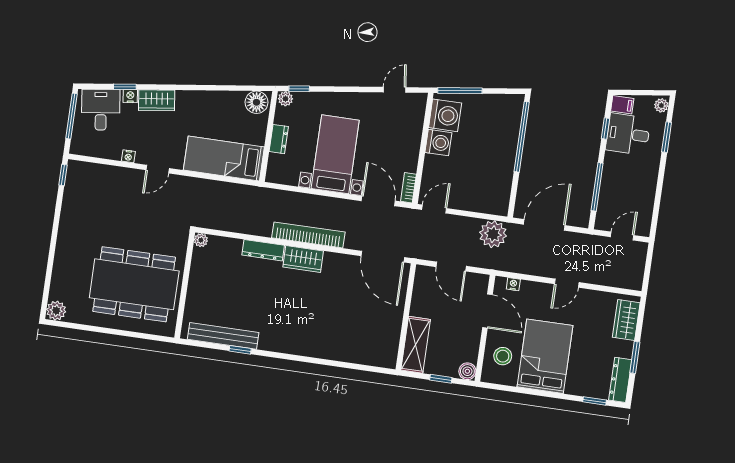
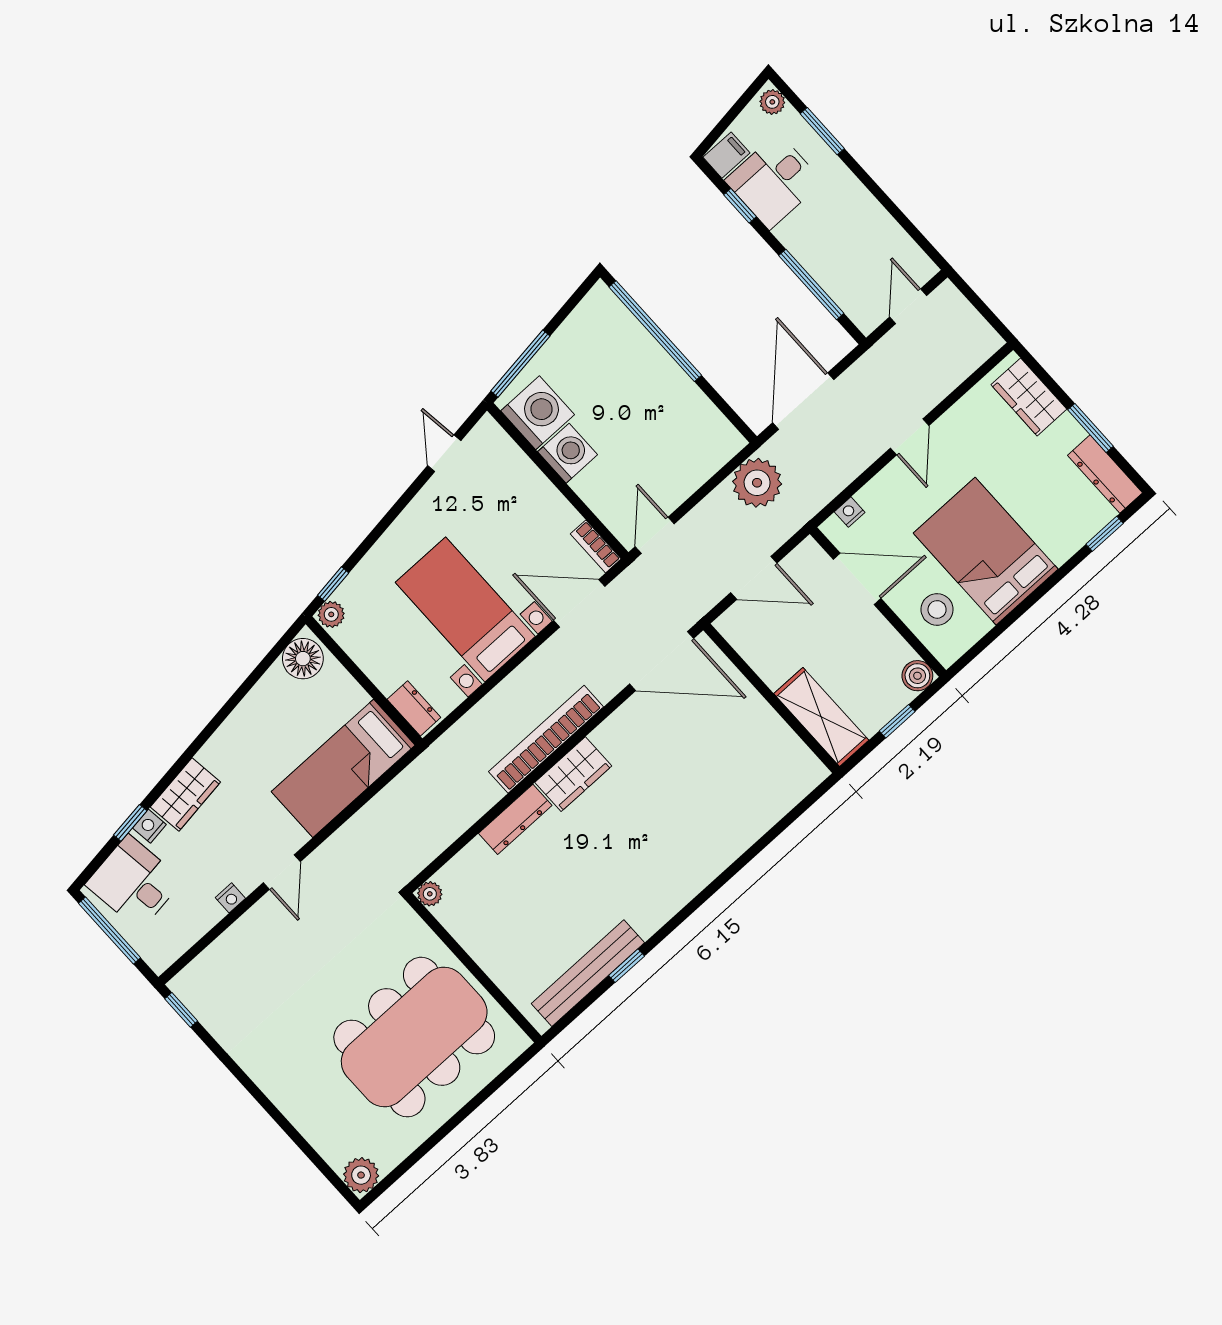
dresser: (279, 139) -> (414, 708), moved

